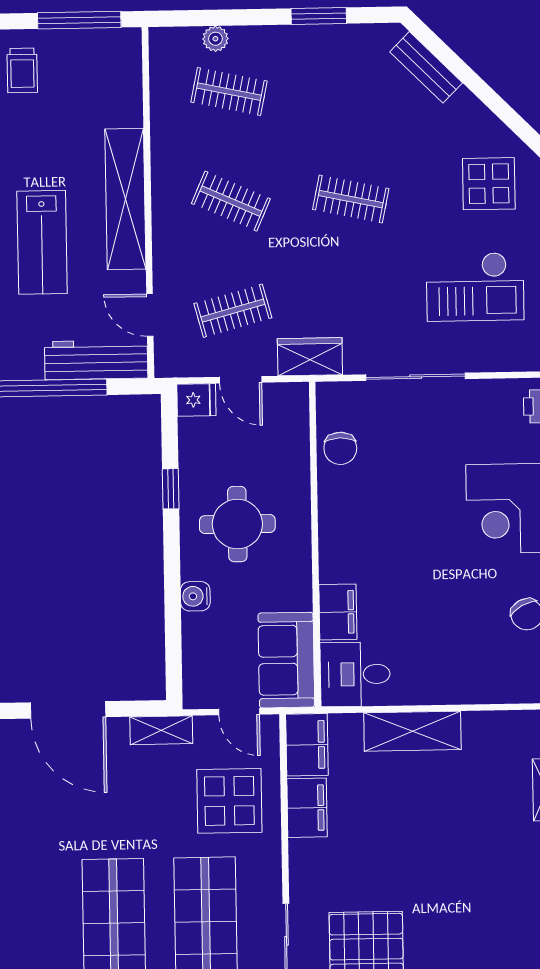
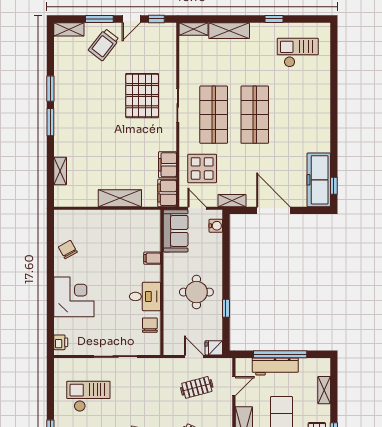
door: (150, 315) -> (234, 386), hinge flipped
wardrobe: (310, 357) -> (163, 366), removed
workbench: (96, 360) -> (275, 367), moved
water cooler: (195, 596) -> (216, 226), moved
filing cabinet: (338, 612) -> (152, 258), width x0.50
desk: (355, 674) -> (145, 296), moved

